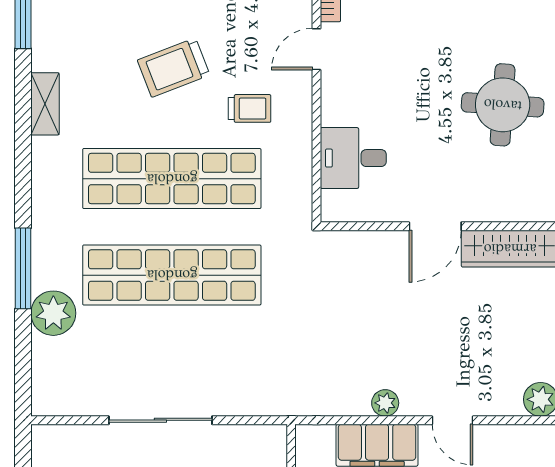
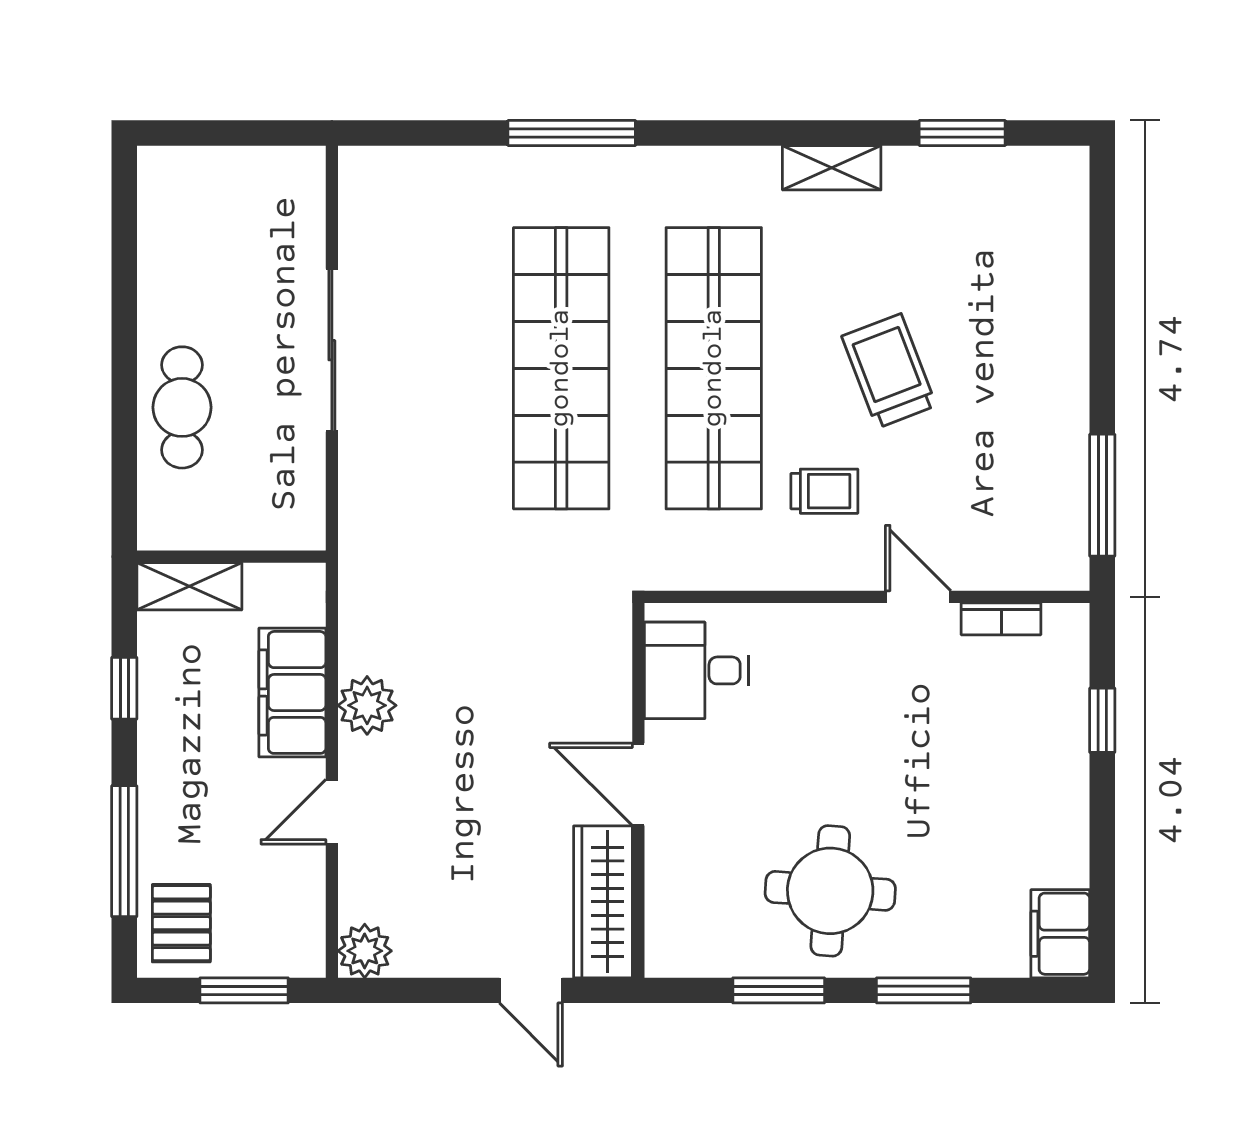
trolley: (250, 108) -> (824, 491), turned -90
desk: (353, 158) -> (696, 670), moved, turned -90
plant: (53, 313) -> (501, 181), removed
plant: (385, 403) -> (367, 705), width x1.38, depth x1.38

